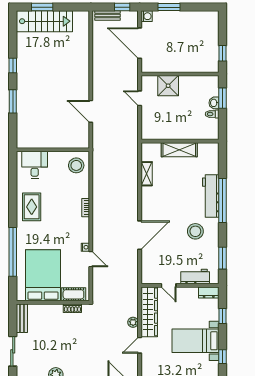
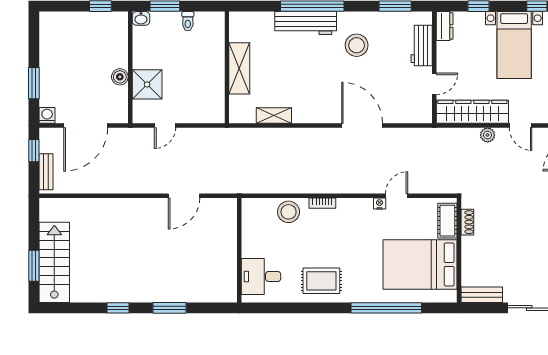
boiler: (173, 67) -> (120, 77), added
washbasin: (214, 103) -> (141, 18), moved
stool: (76, 165) -> (289, 212), moved

